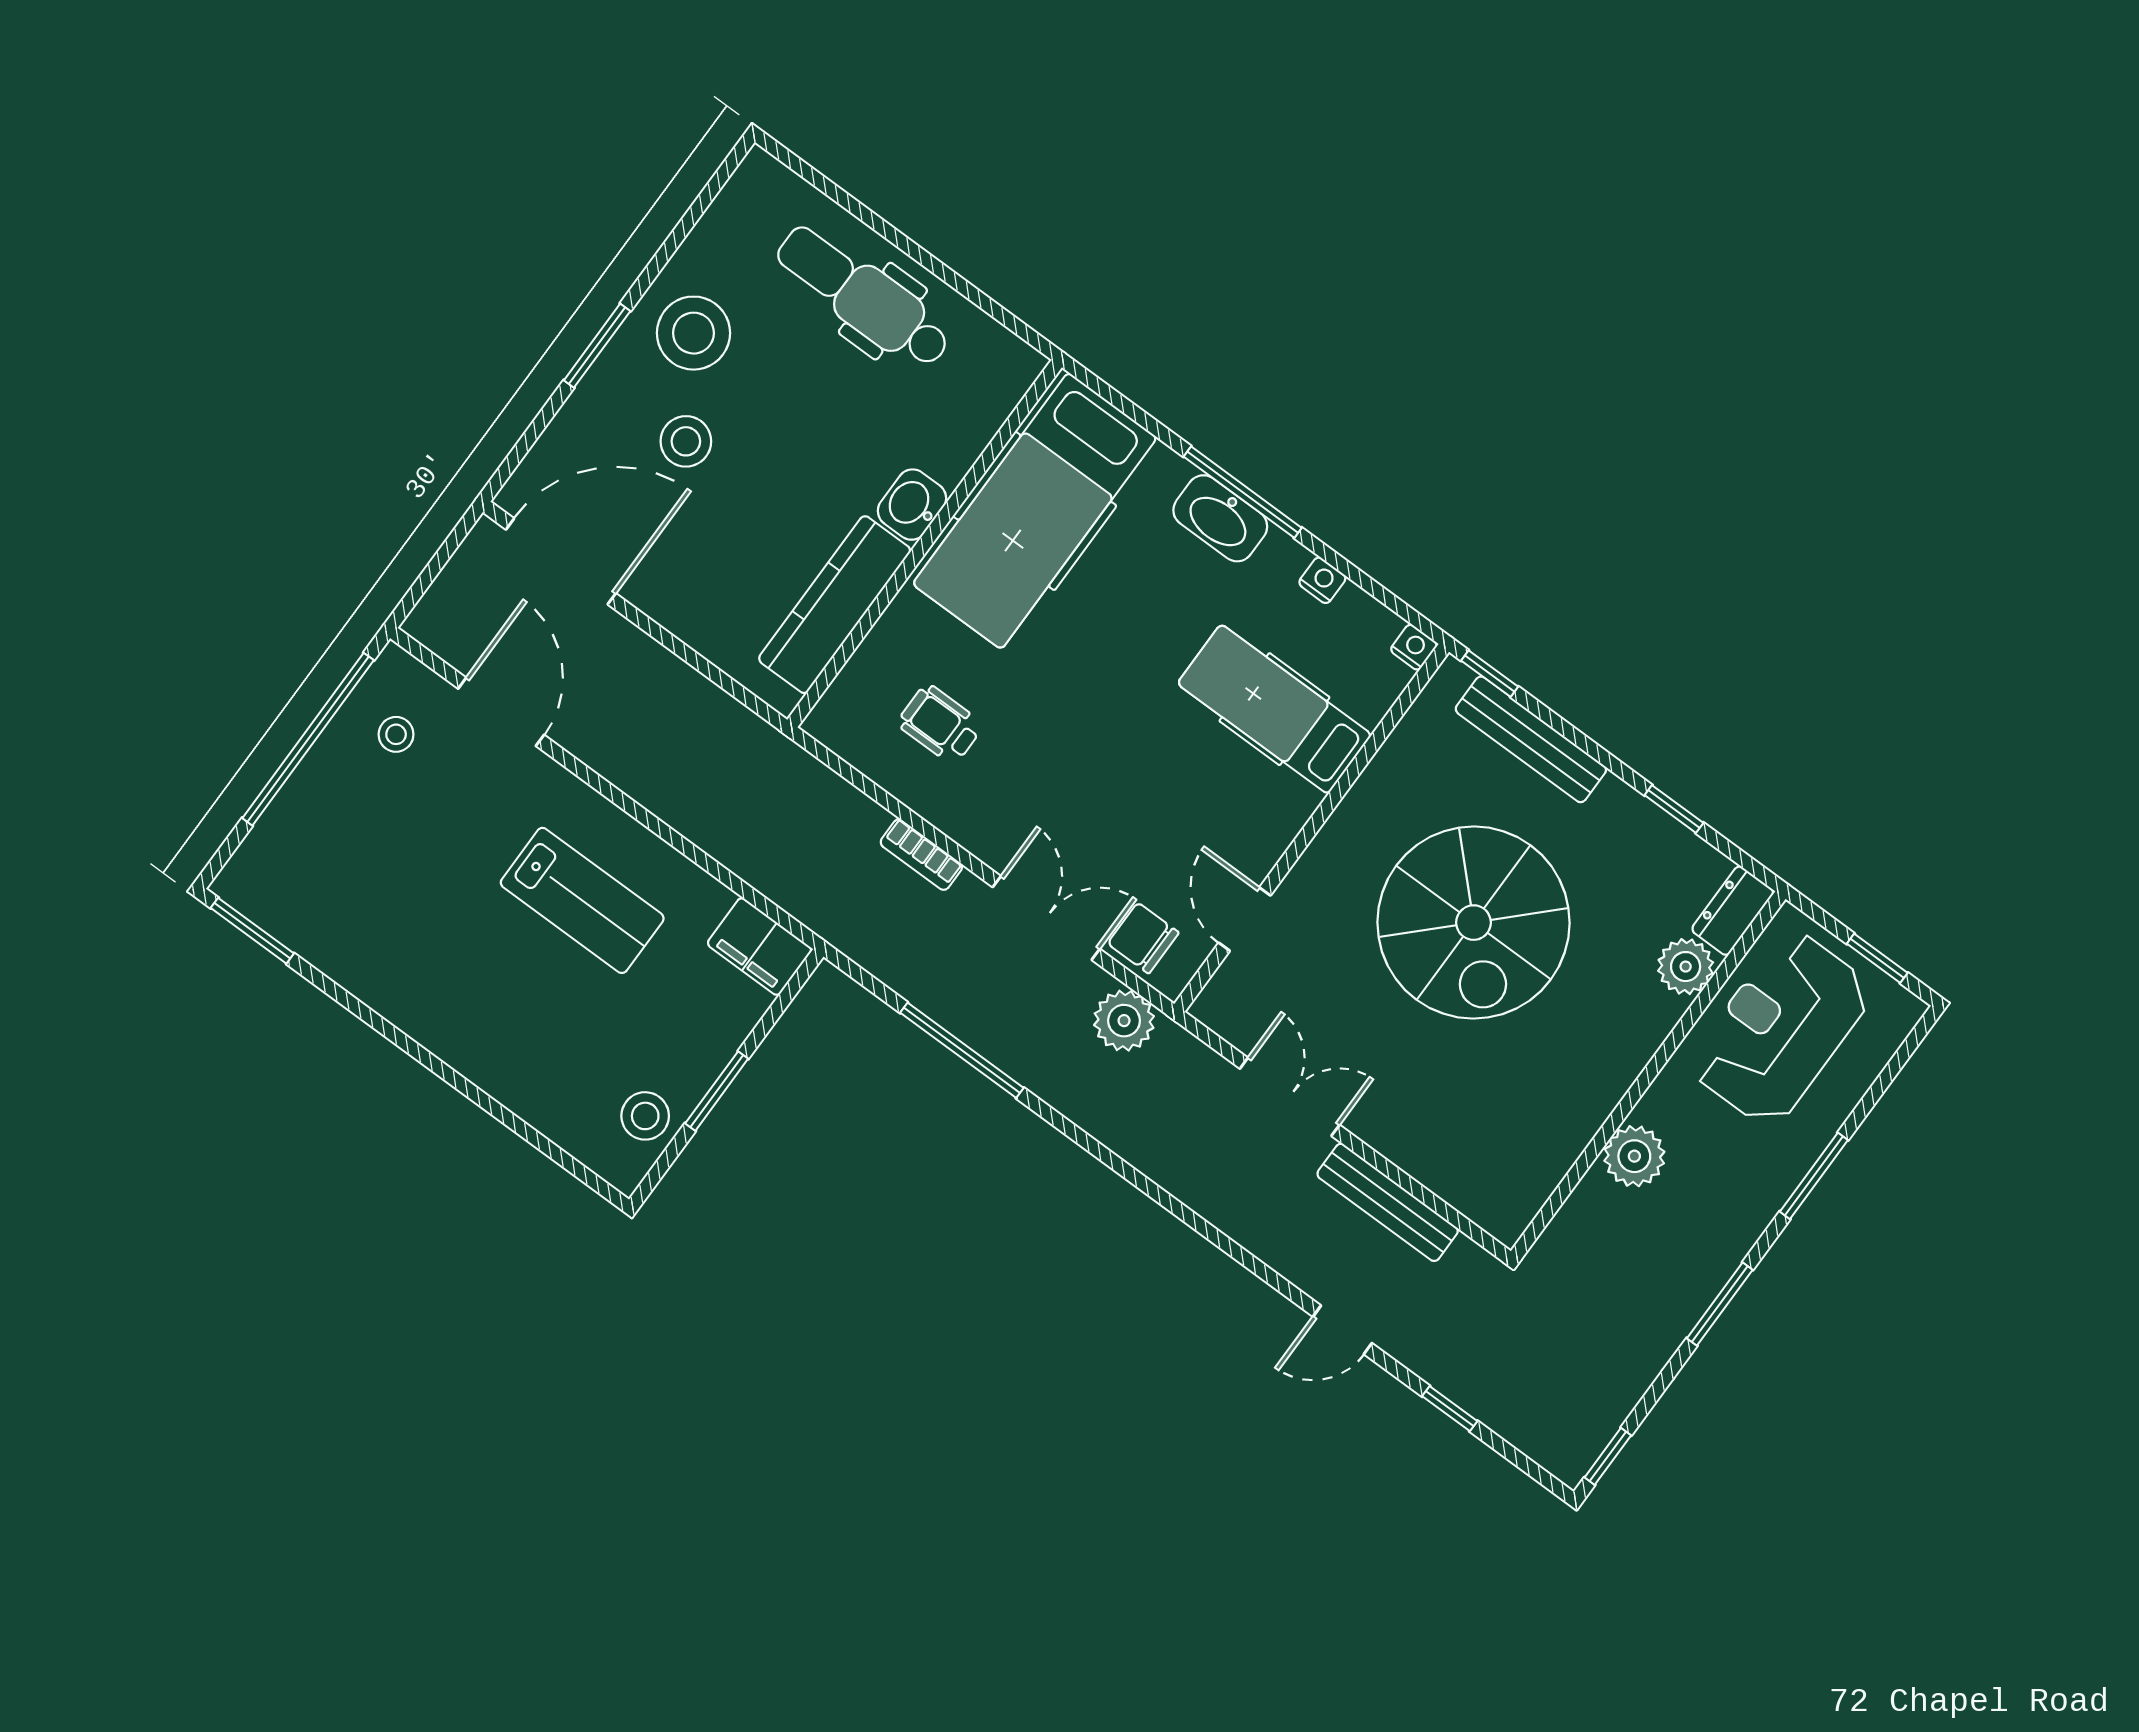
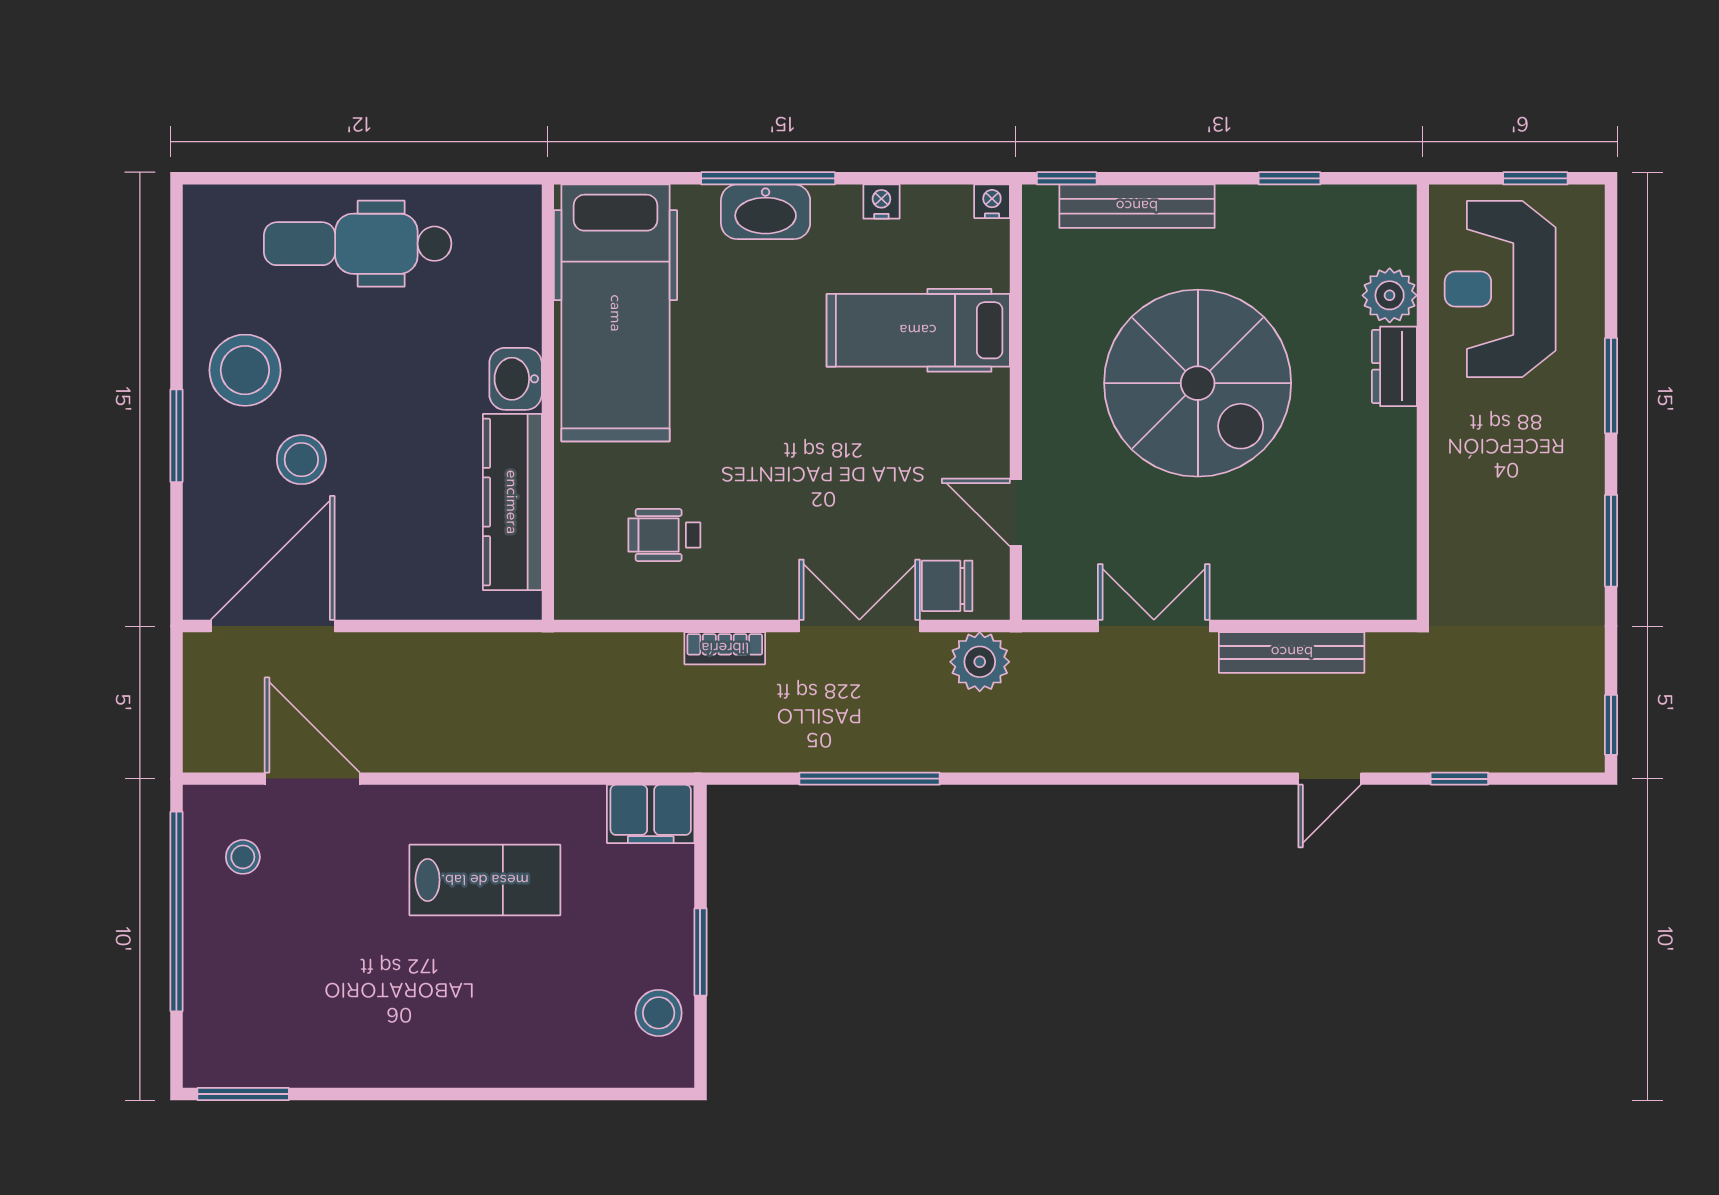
dresser: (1733, 911) -> (1394, 366), moved
plant: (1634, 1156) -> (1459, 474), removed

